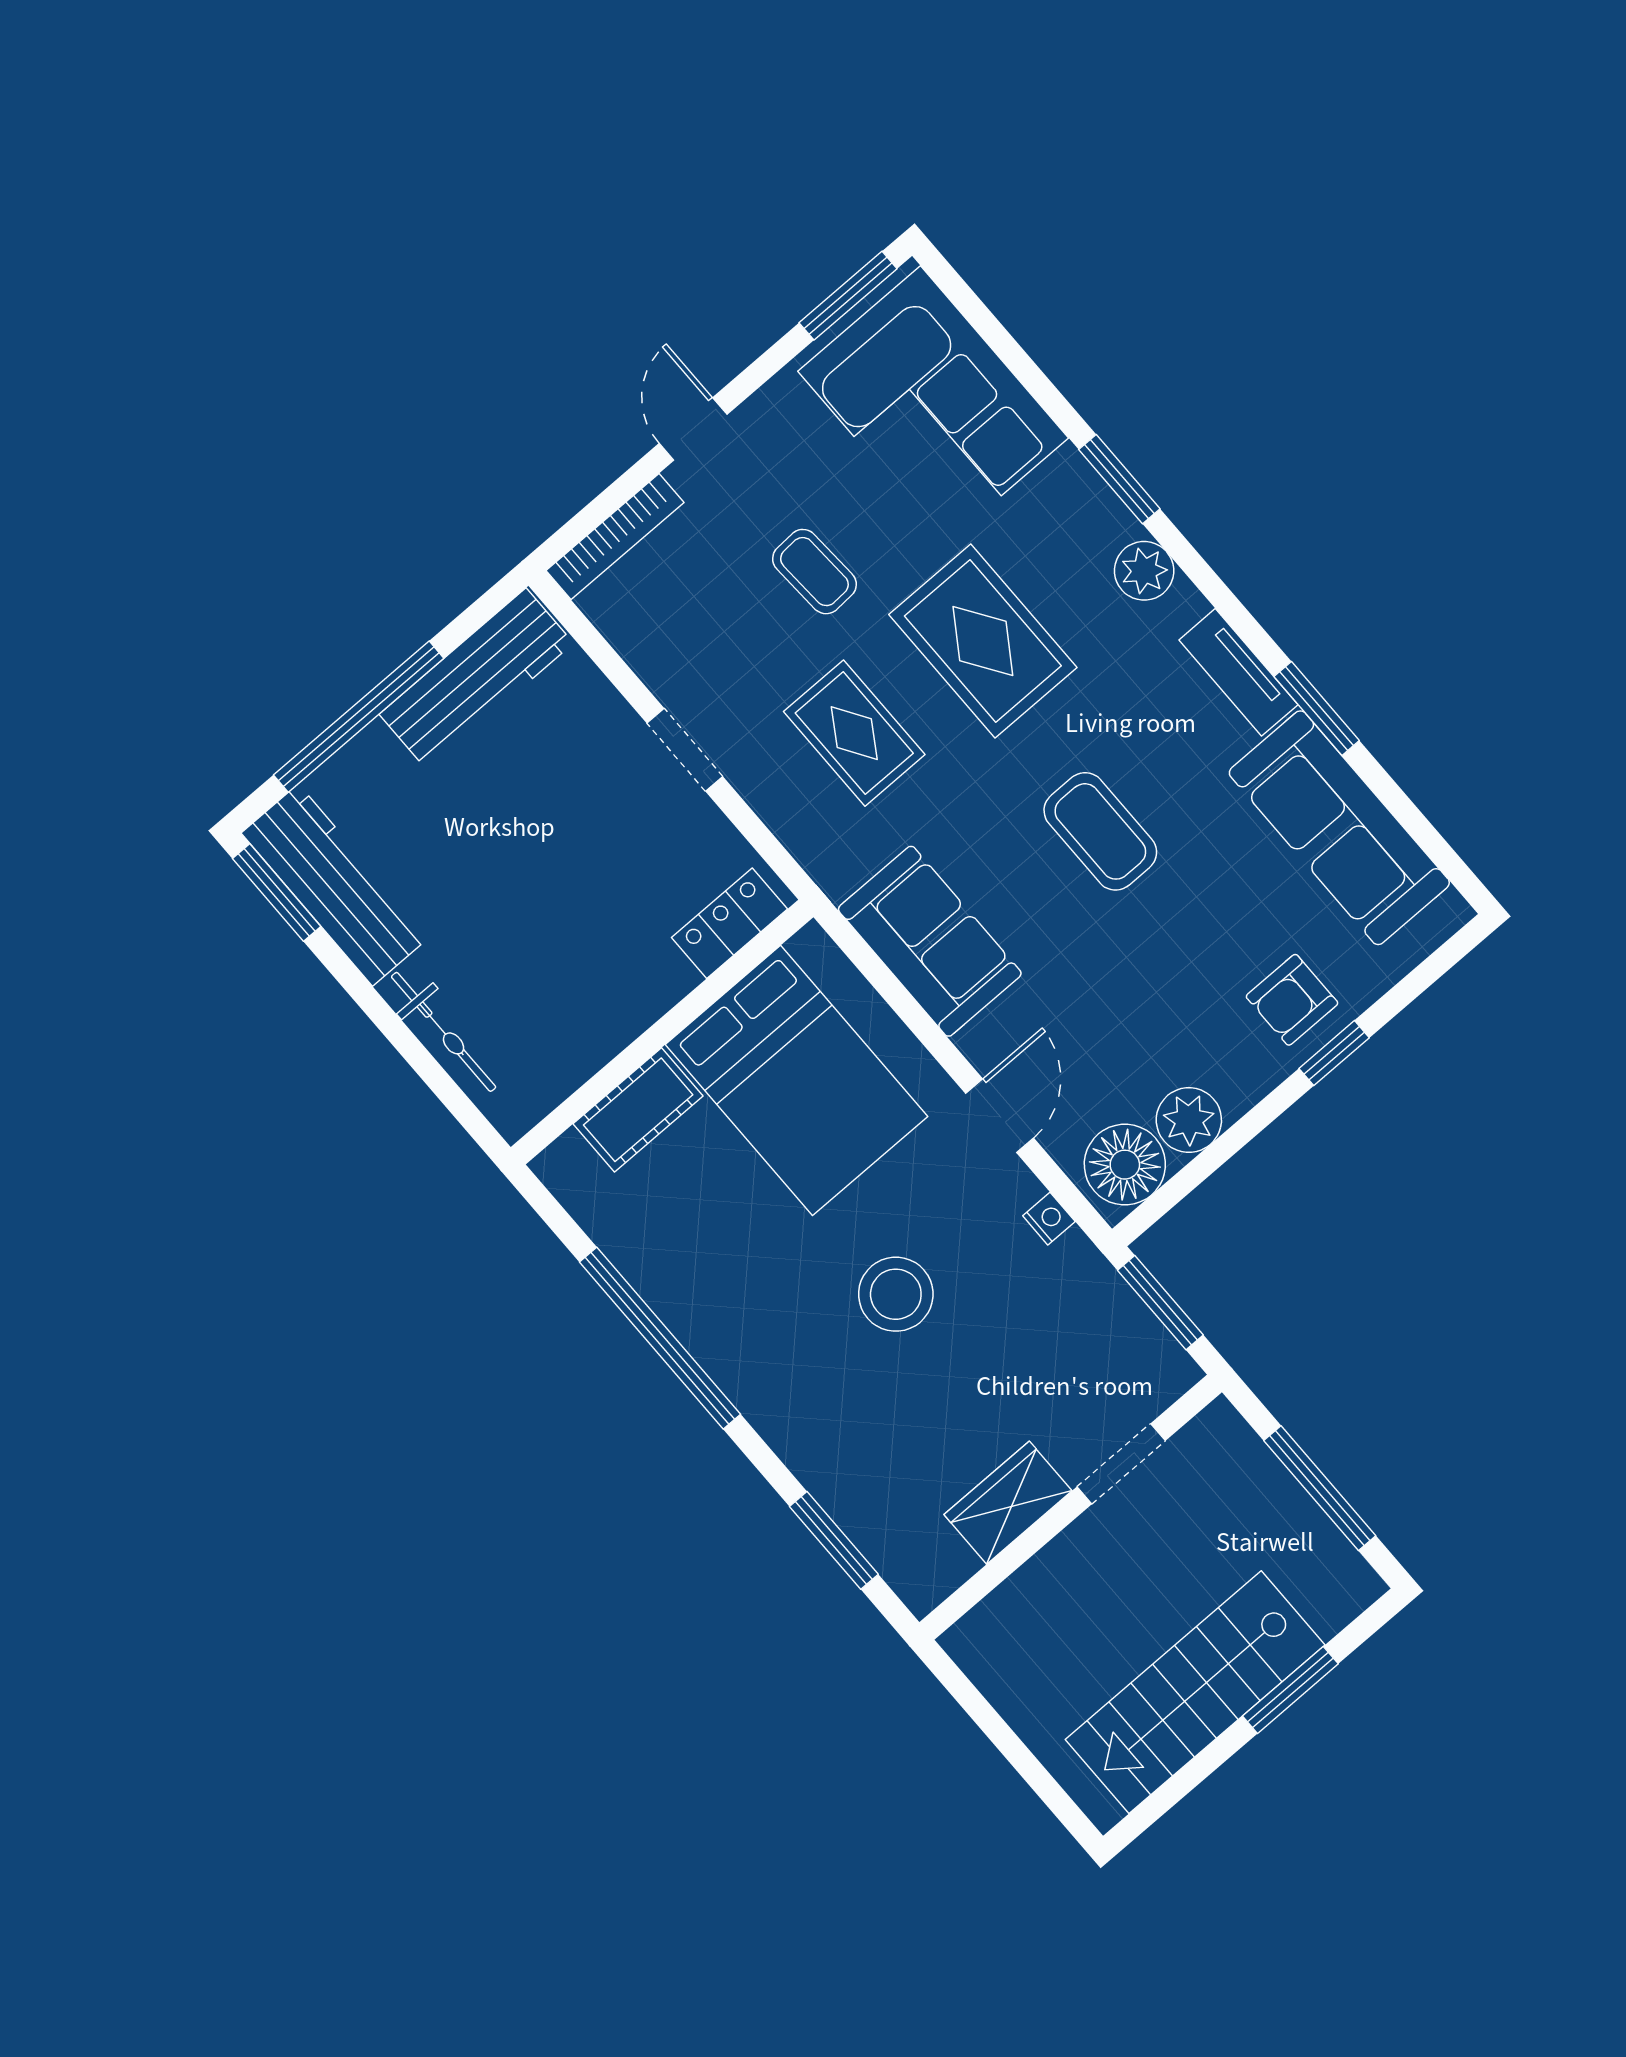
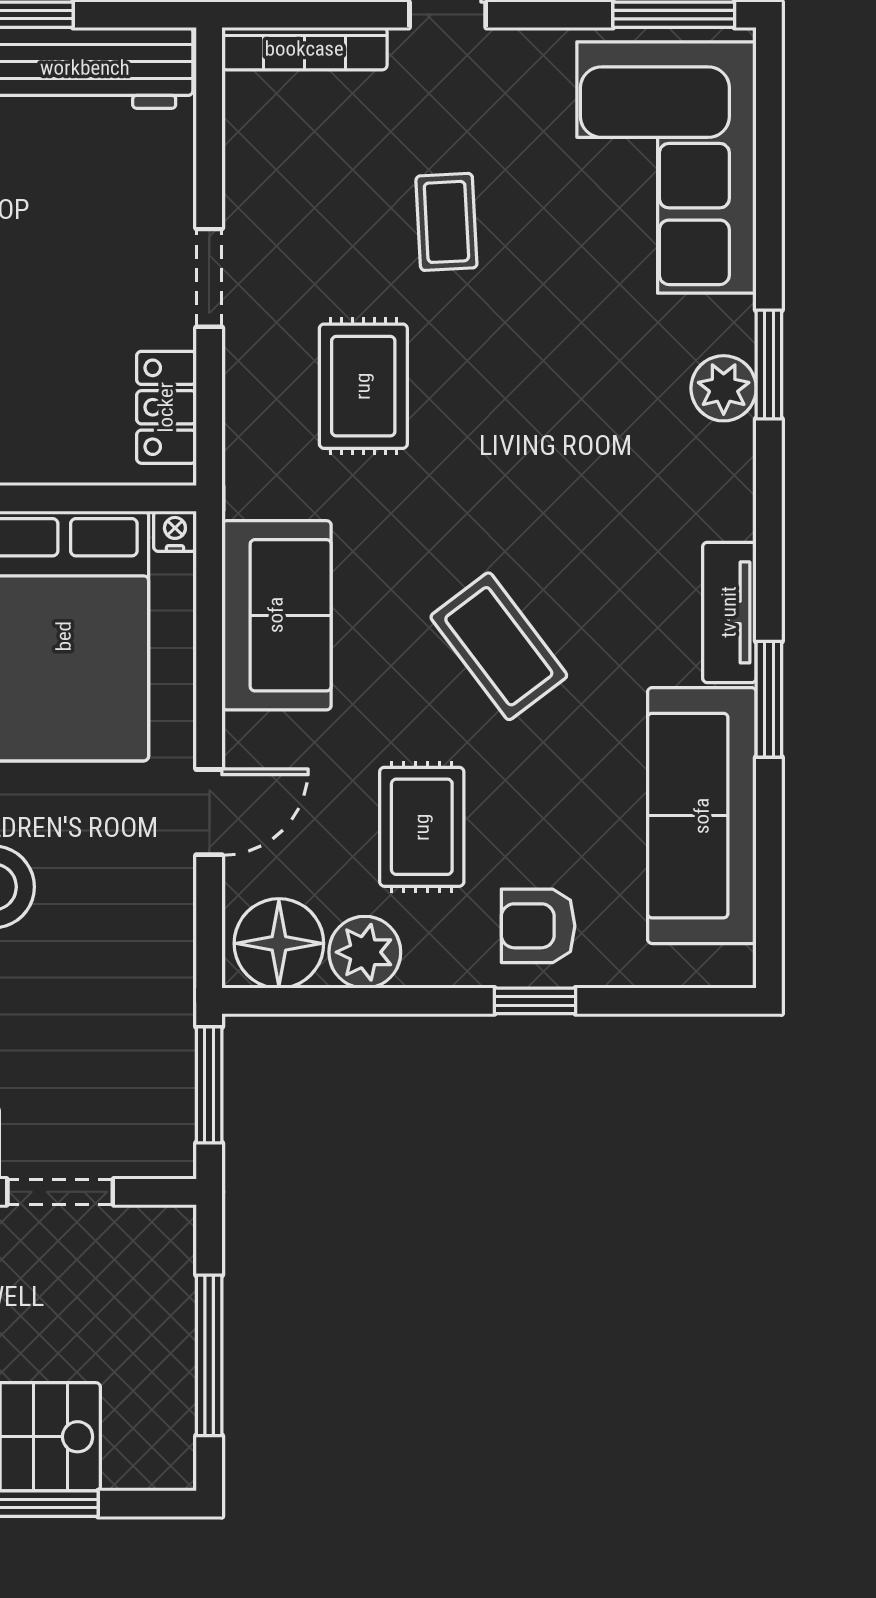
plant: (1144, 571) -> (724, 388), moved
rug: (983, 641) -> (422, 827), moved, width x0.73, depth x0.70
coffee table: (1100, 831) -> (499, 646), turned -37
locker: (729, 923) -> (166, 407), moved, turned -90
nightstand: (1049, 1219) -> (175, 531), moved, turned -90

